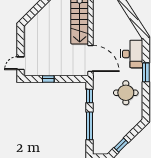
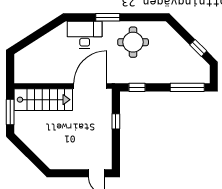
window: (48, 79) -> (116, 121), moved
window: (90, 126) -> (187, 87), moved

